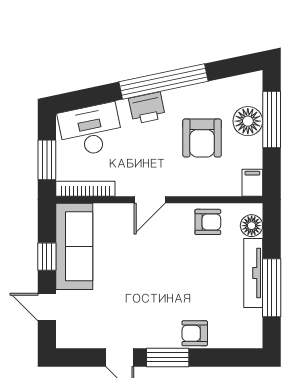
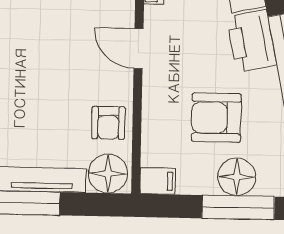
printer: (147, 108) -> (252, 41), width x1.37, depth x1.19
floor lamp: (252, 226) -> (108, 174), width x1.38, depth x1.38

